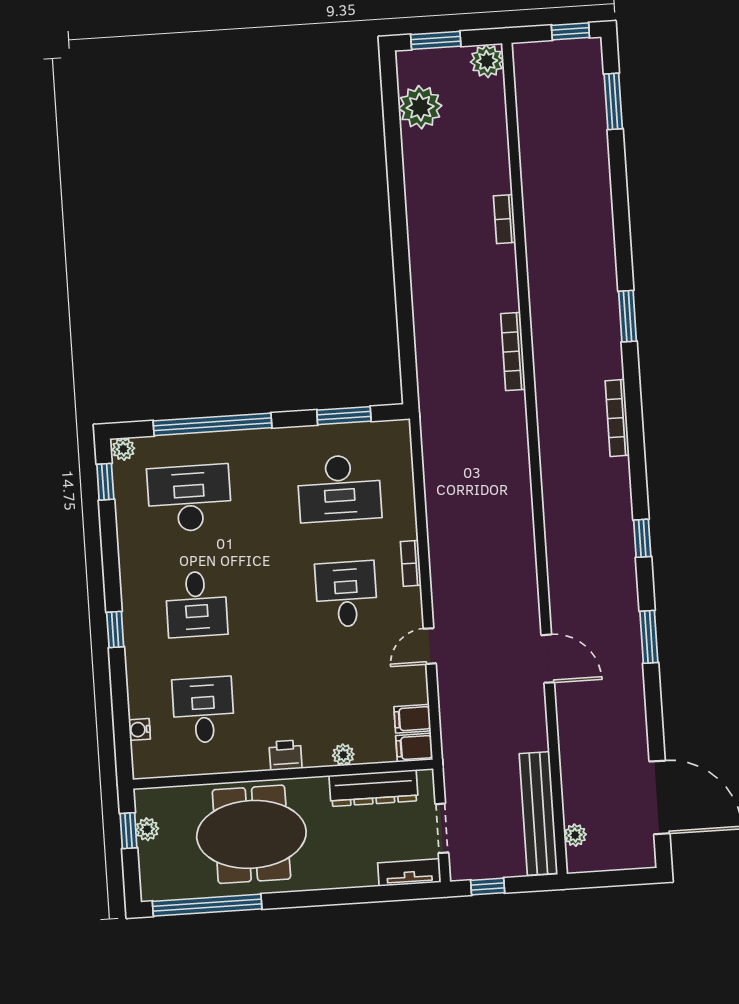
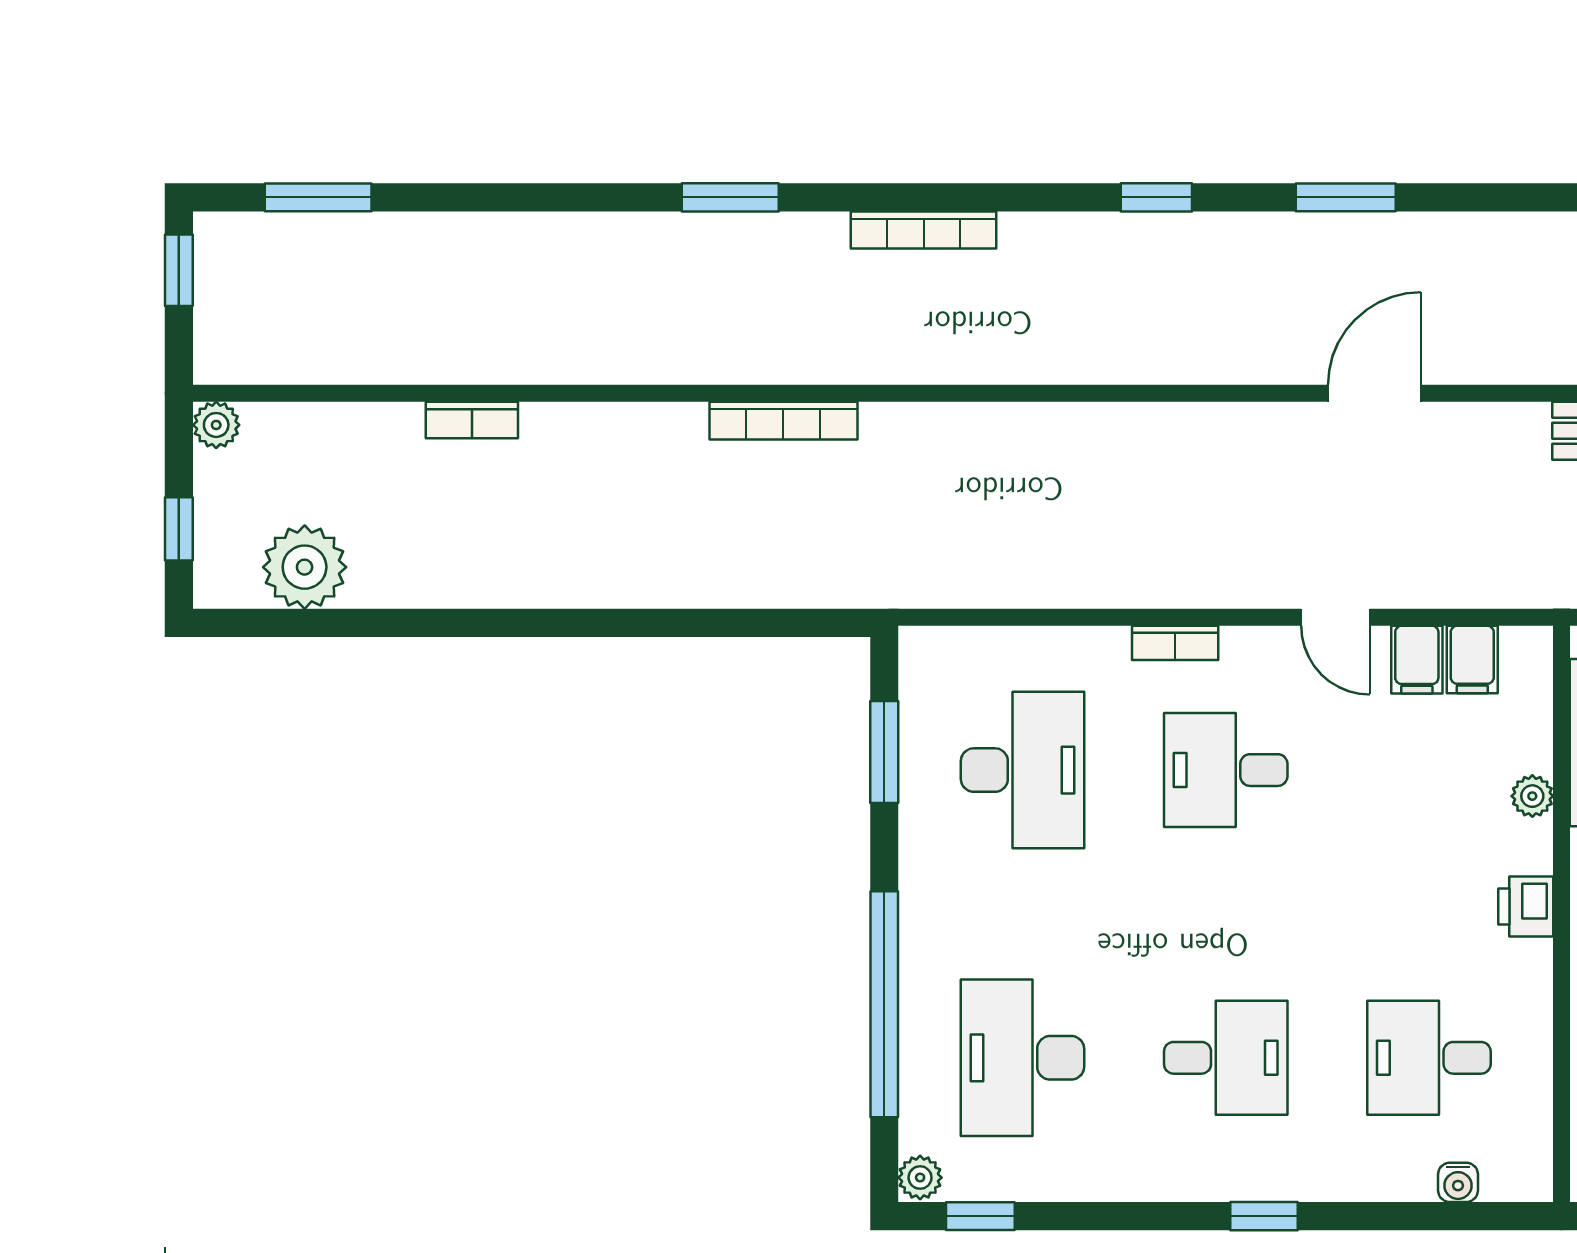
window: (436, 40) -> (179, 529), width x0.67
plant: (487, 61) -> (216, 425), width x0.73, depth x0.73
bookcase: (505, 219) -> (472, 420), moved
filing cabinet: (414, 748) -> (1417, 660), moved

